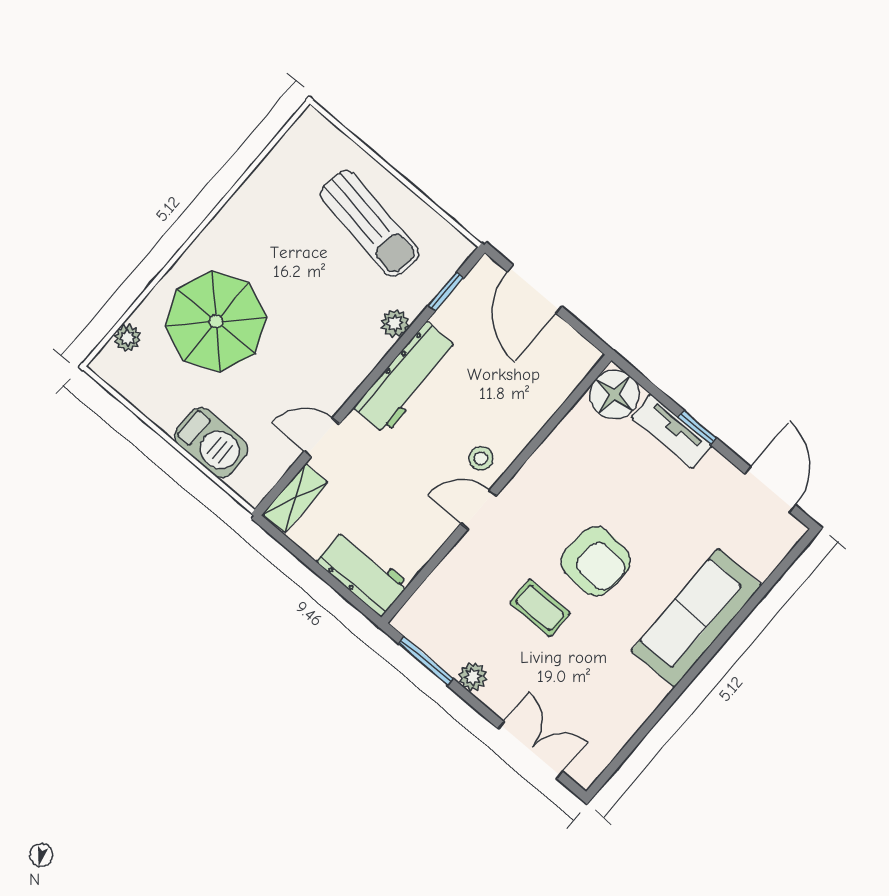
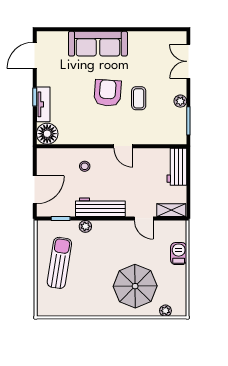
barbecue: (211, 443) -> (179, 254), width x0.73, depth x0.79
stool: (481, 458) -> (85, 166), moved

